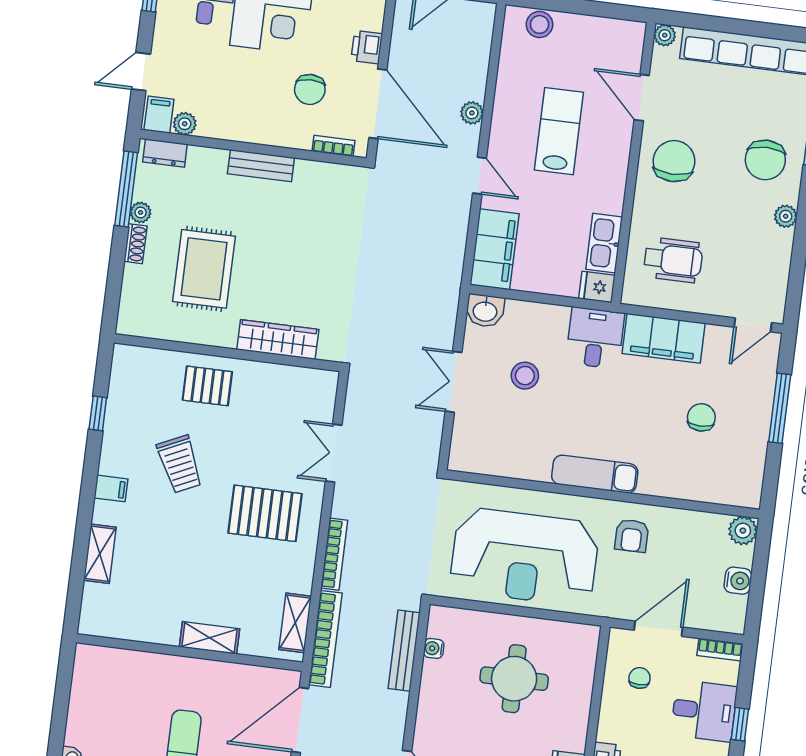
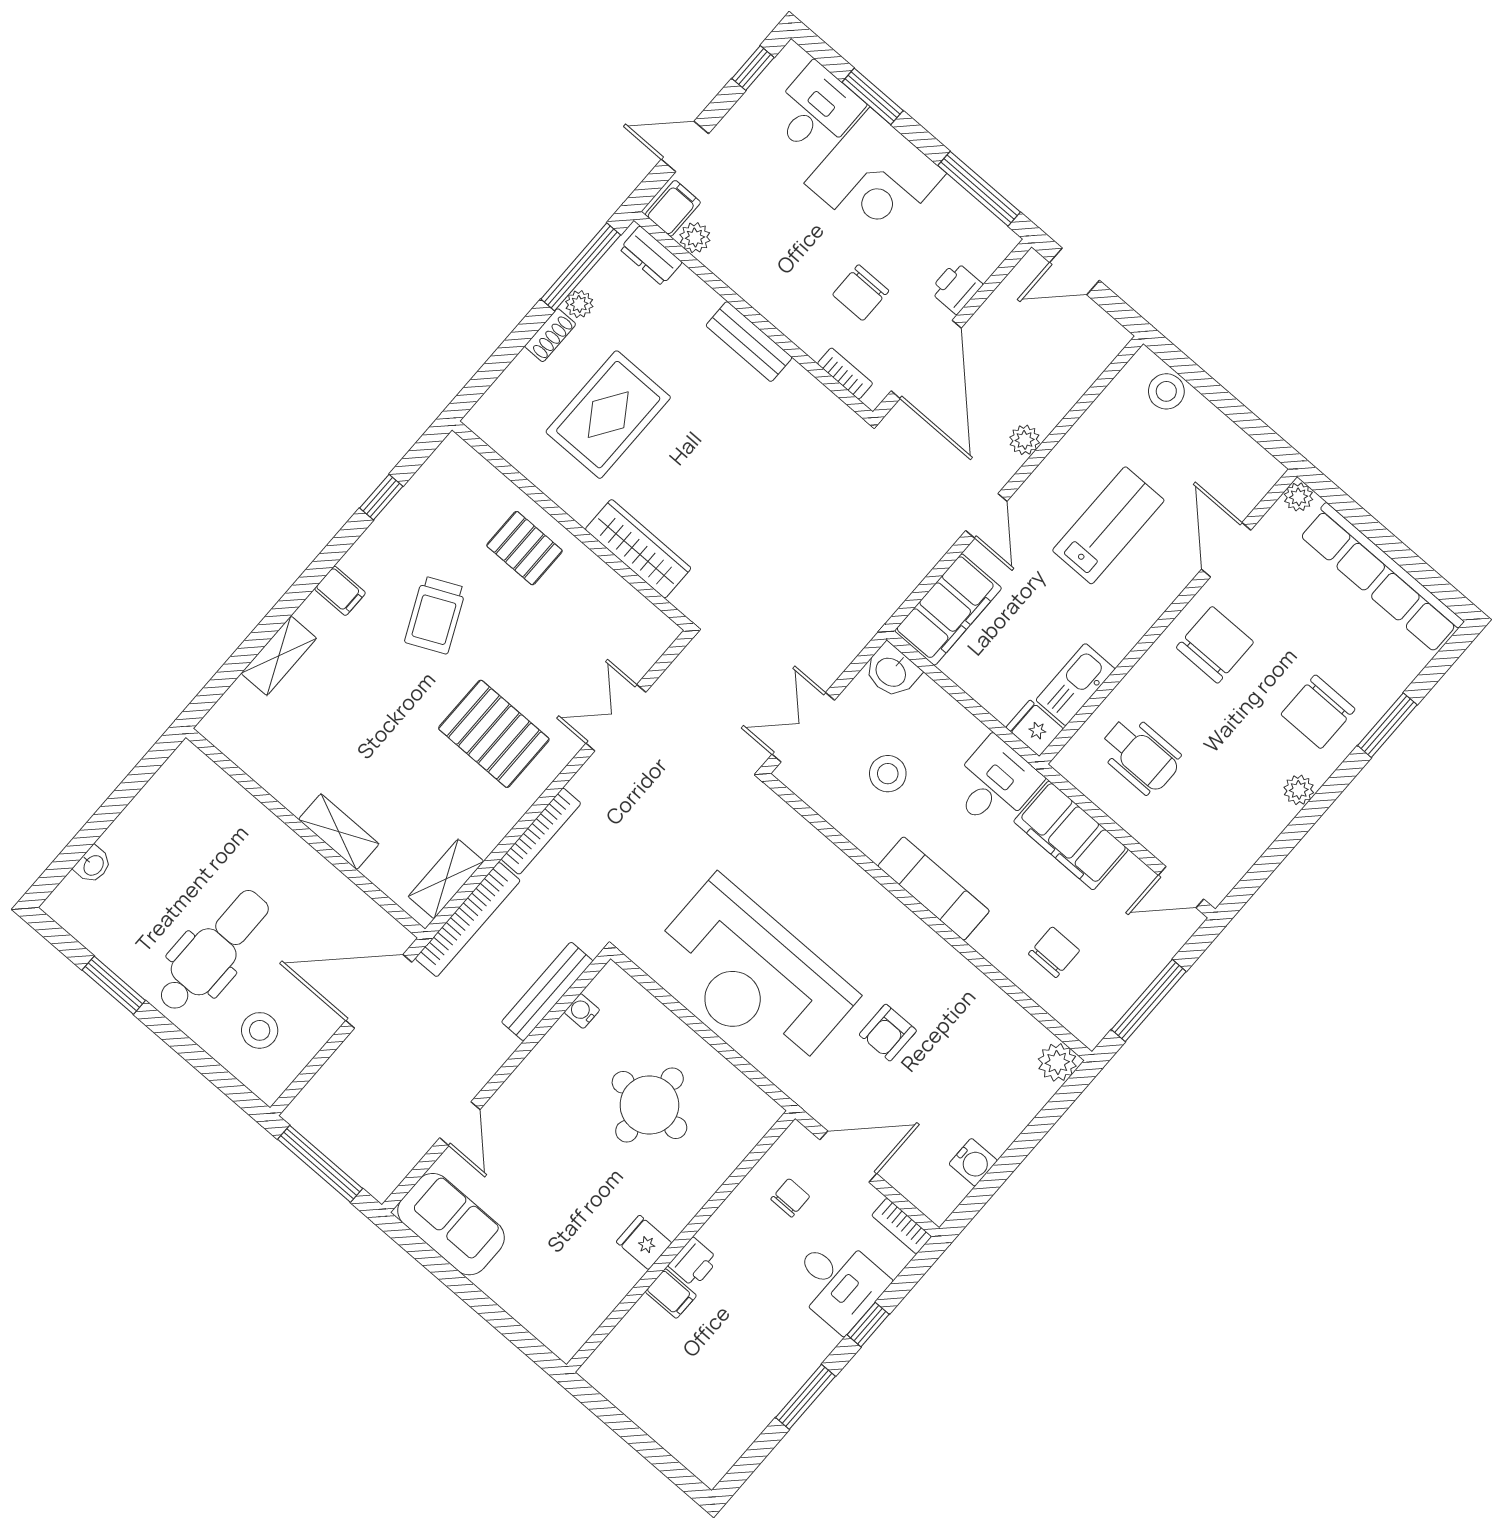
exam couch: (595, 474) -> (934, 889), moved
wall: (603, 494) -> (928, 917), moved
plant: (743, 531) -> (1057, 1062), moved

